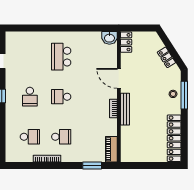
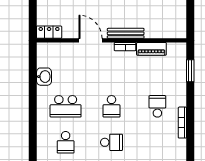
washbasin: (109, 38) -> (44, 77), moved
door: (119, 78) -> (90, 40), swing flipped
school desk: (30, 137) -> (66, 142), moved, turned 180
piano: (111, 149) -> (151, 49), moved

